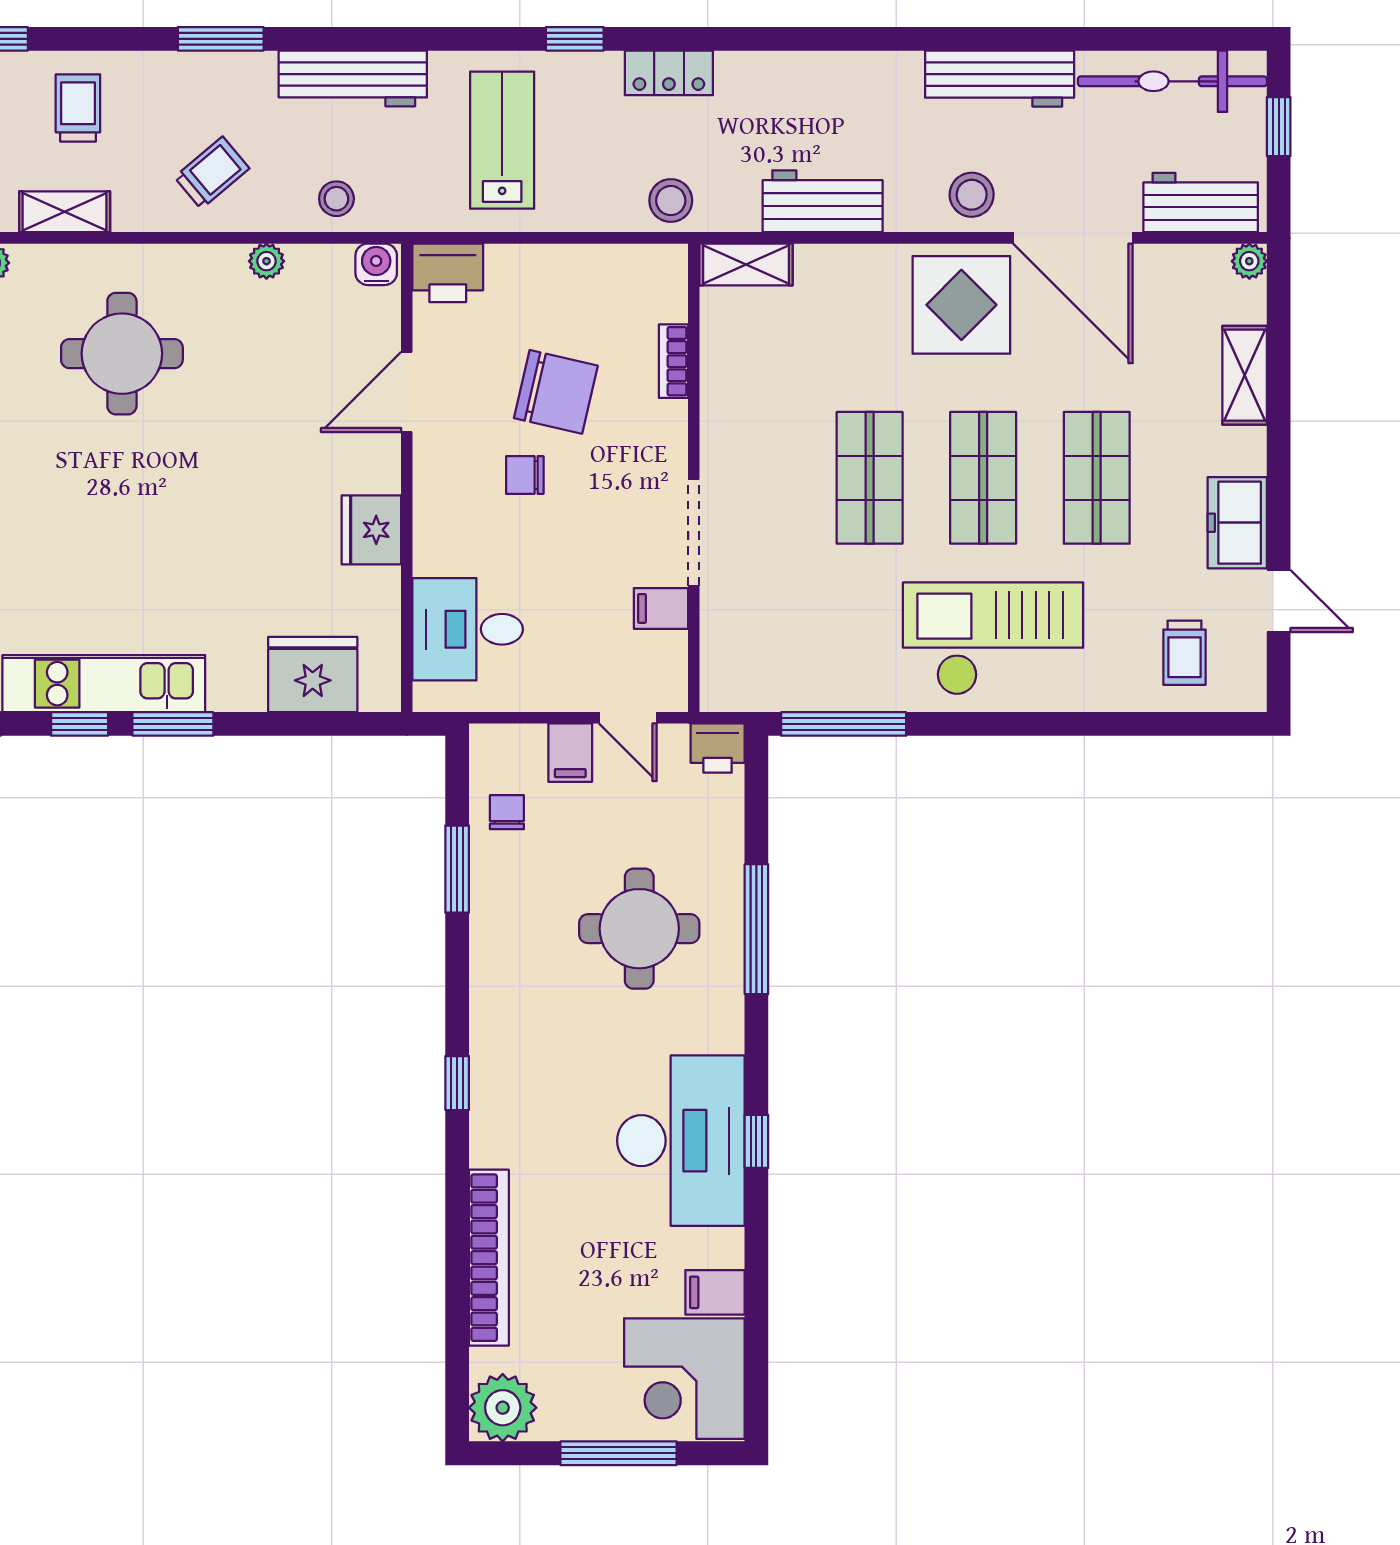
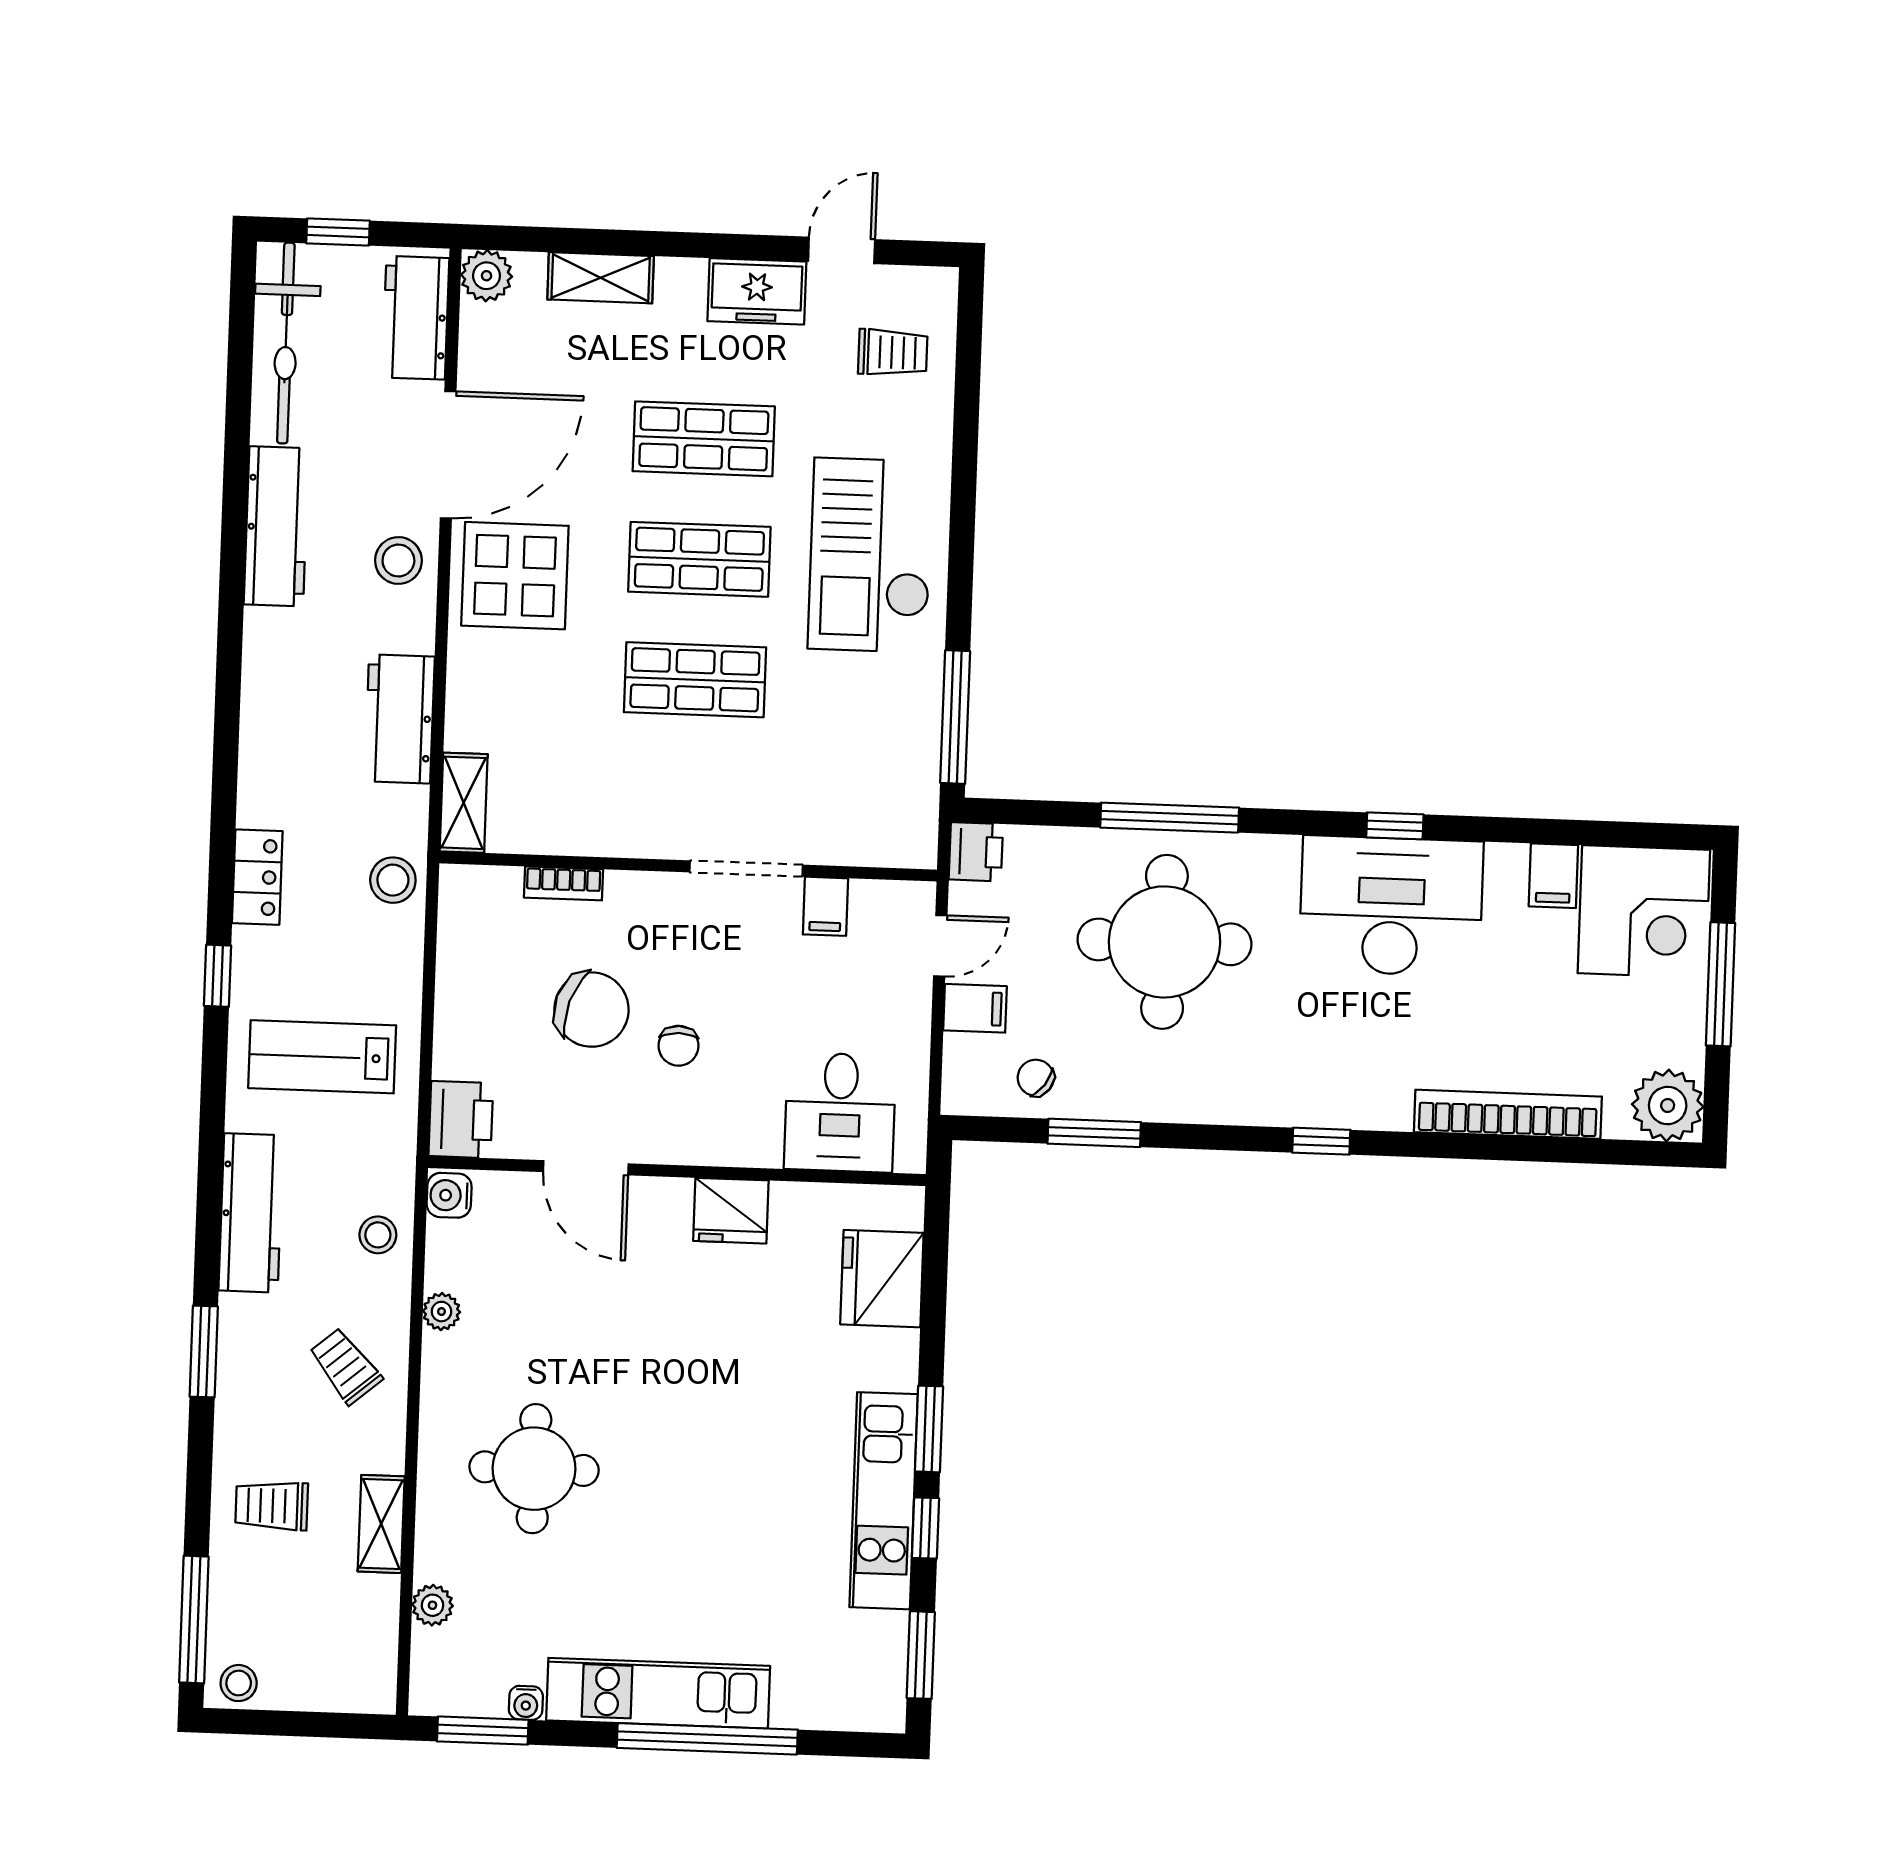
plant: (1249, 261) -> (486, 276), width x1.38, depth x1.38
chair: (556, 392) -> (591, 1010), turned 96
chair: (507, 812) -> (1036, 1078), turned 36
round table: (639, 929) -> (1164, 942), width x1.36, depth x1.36

